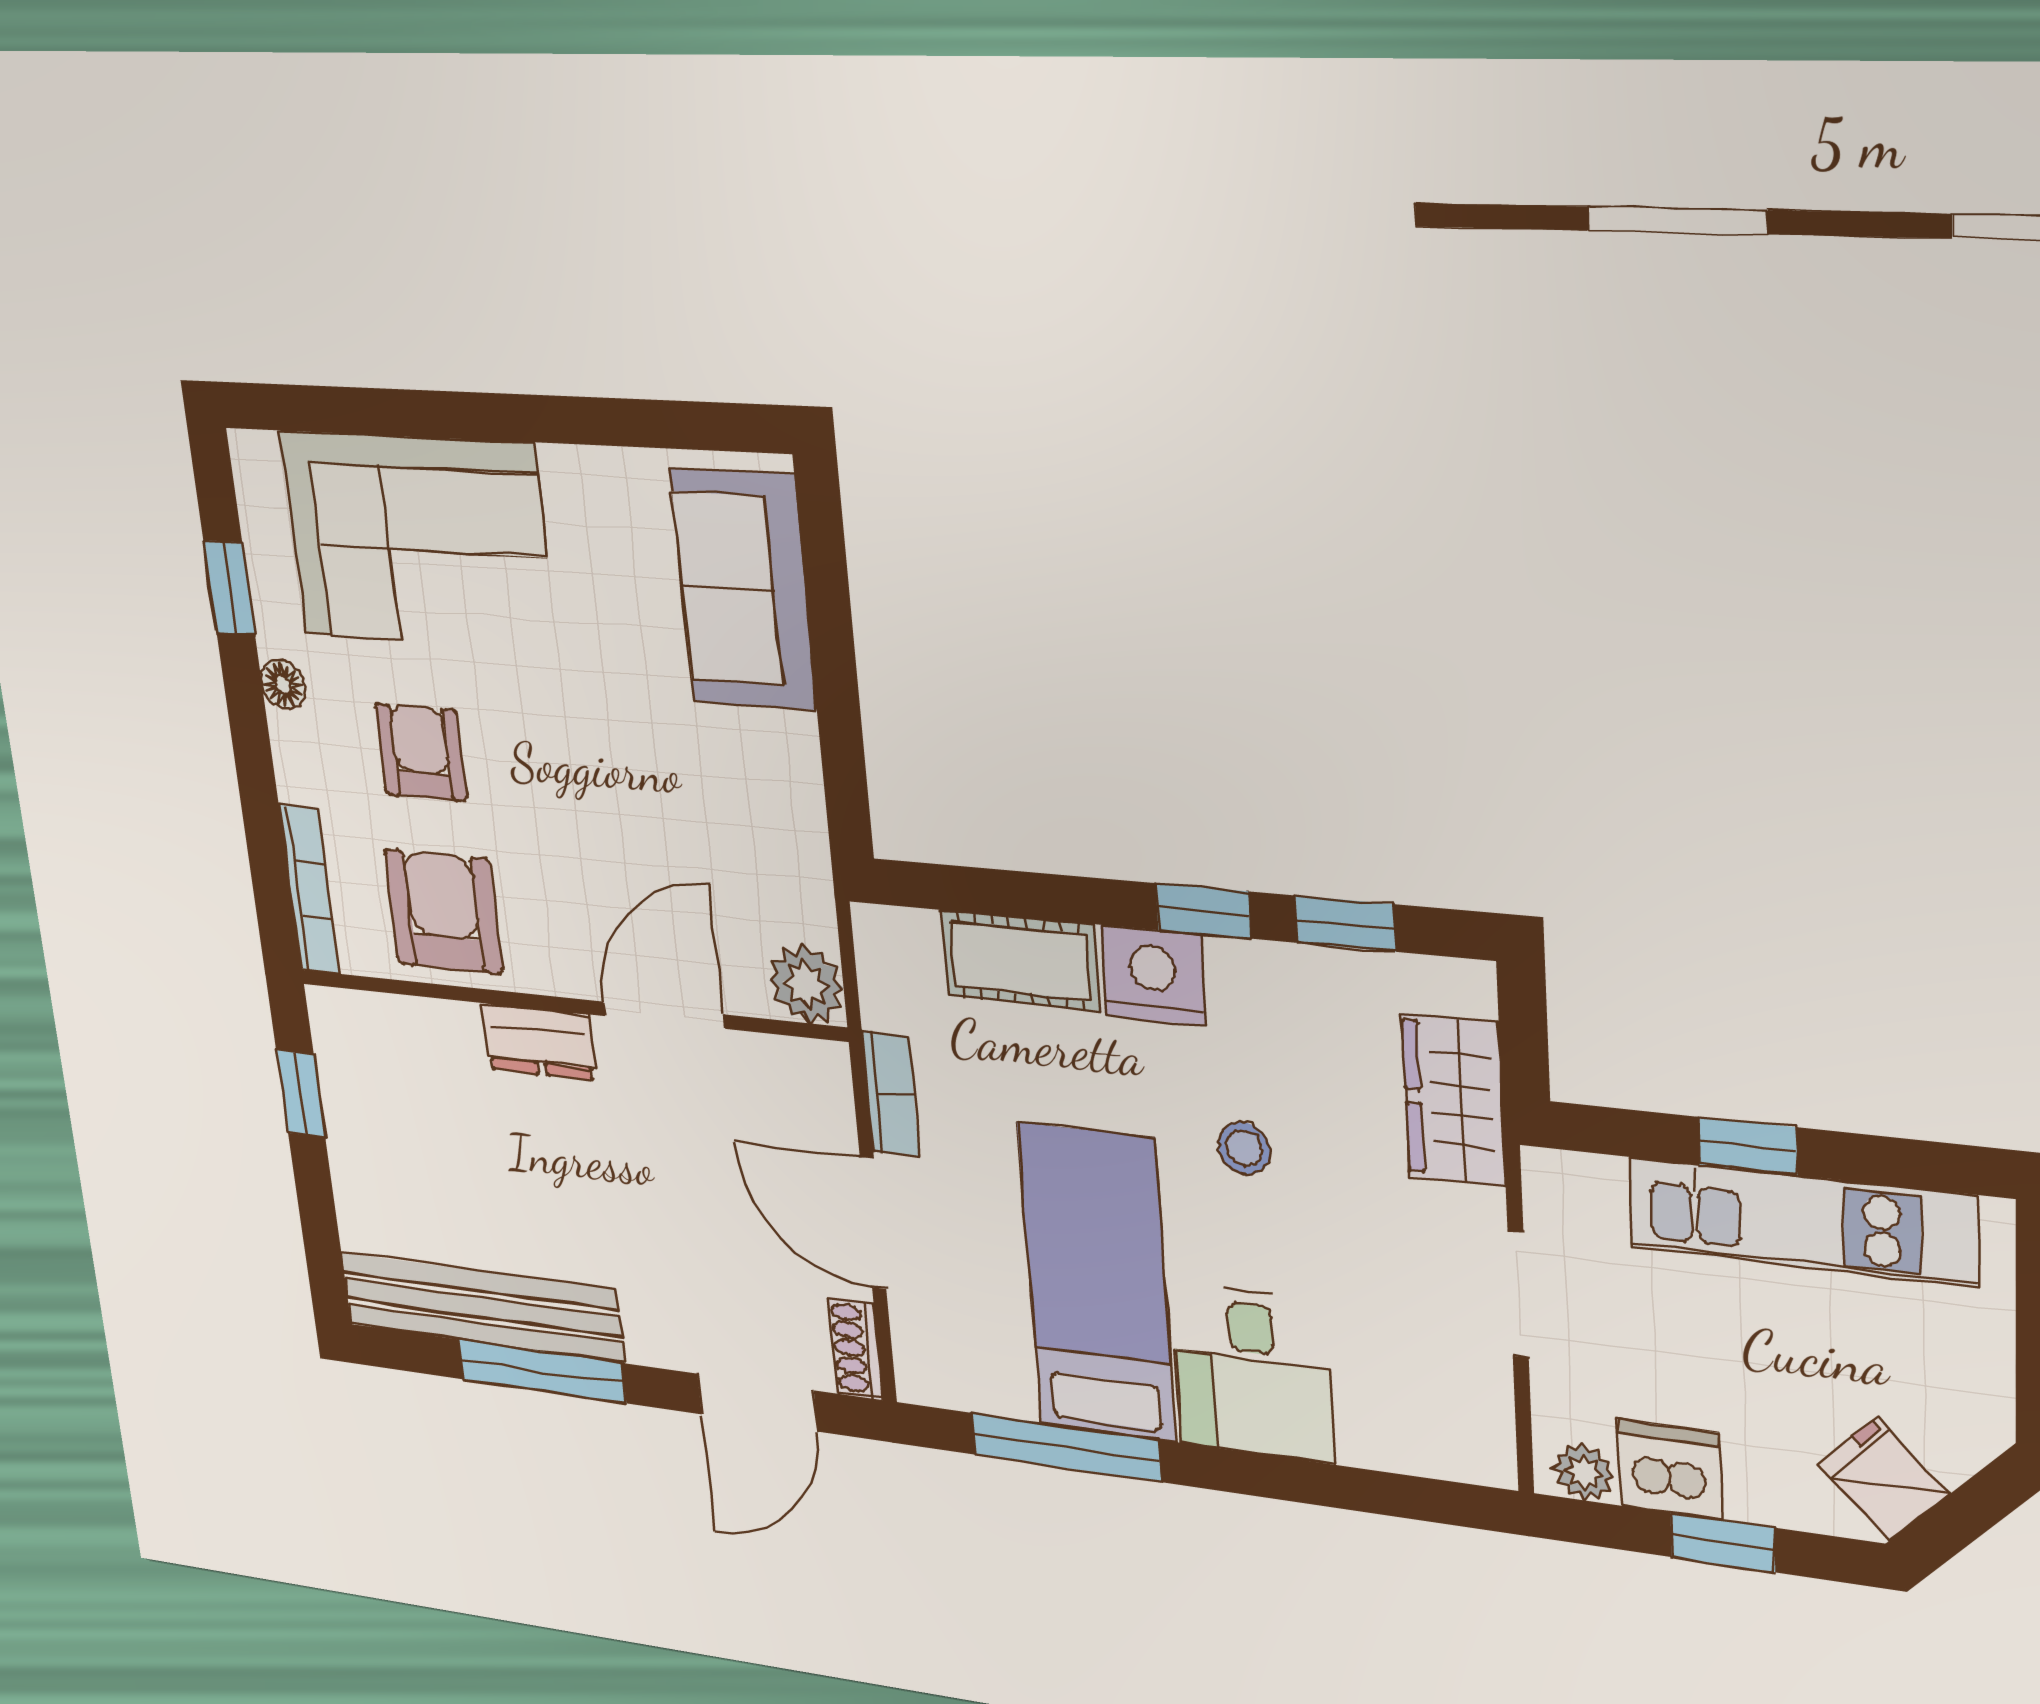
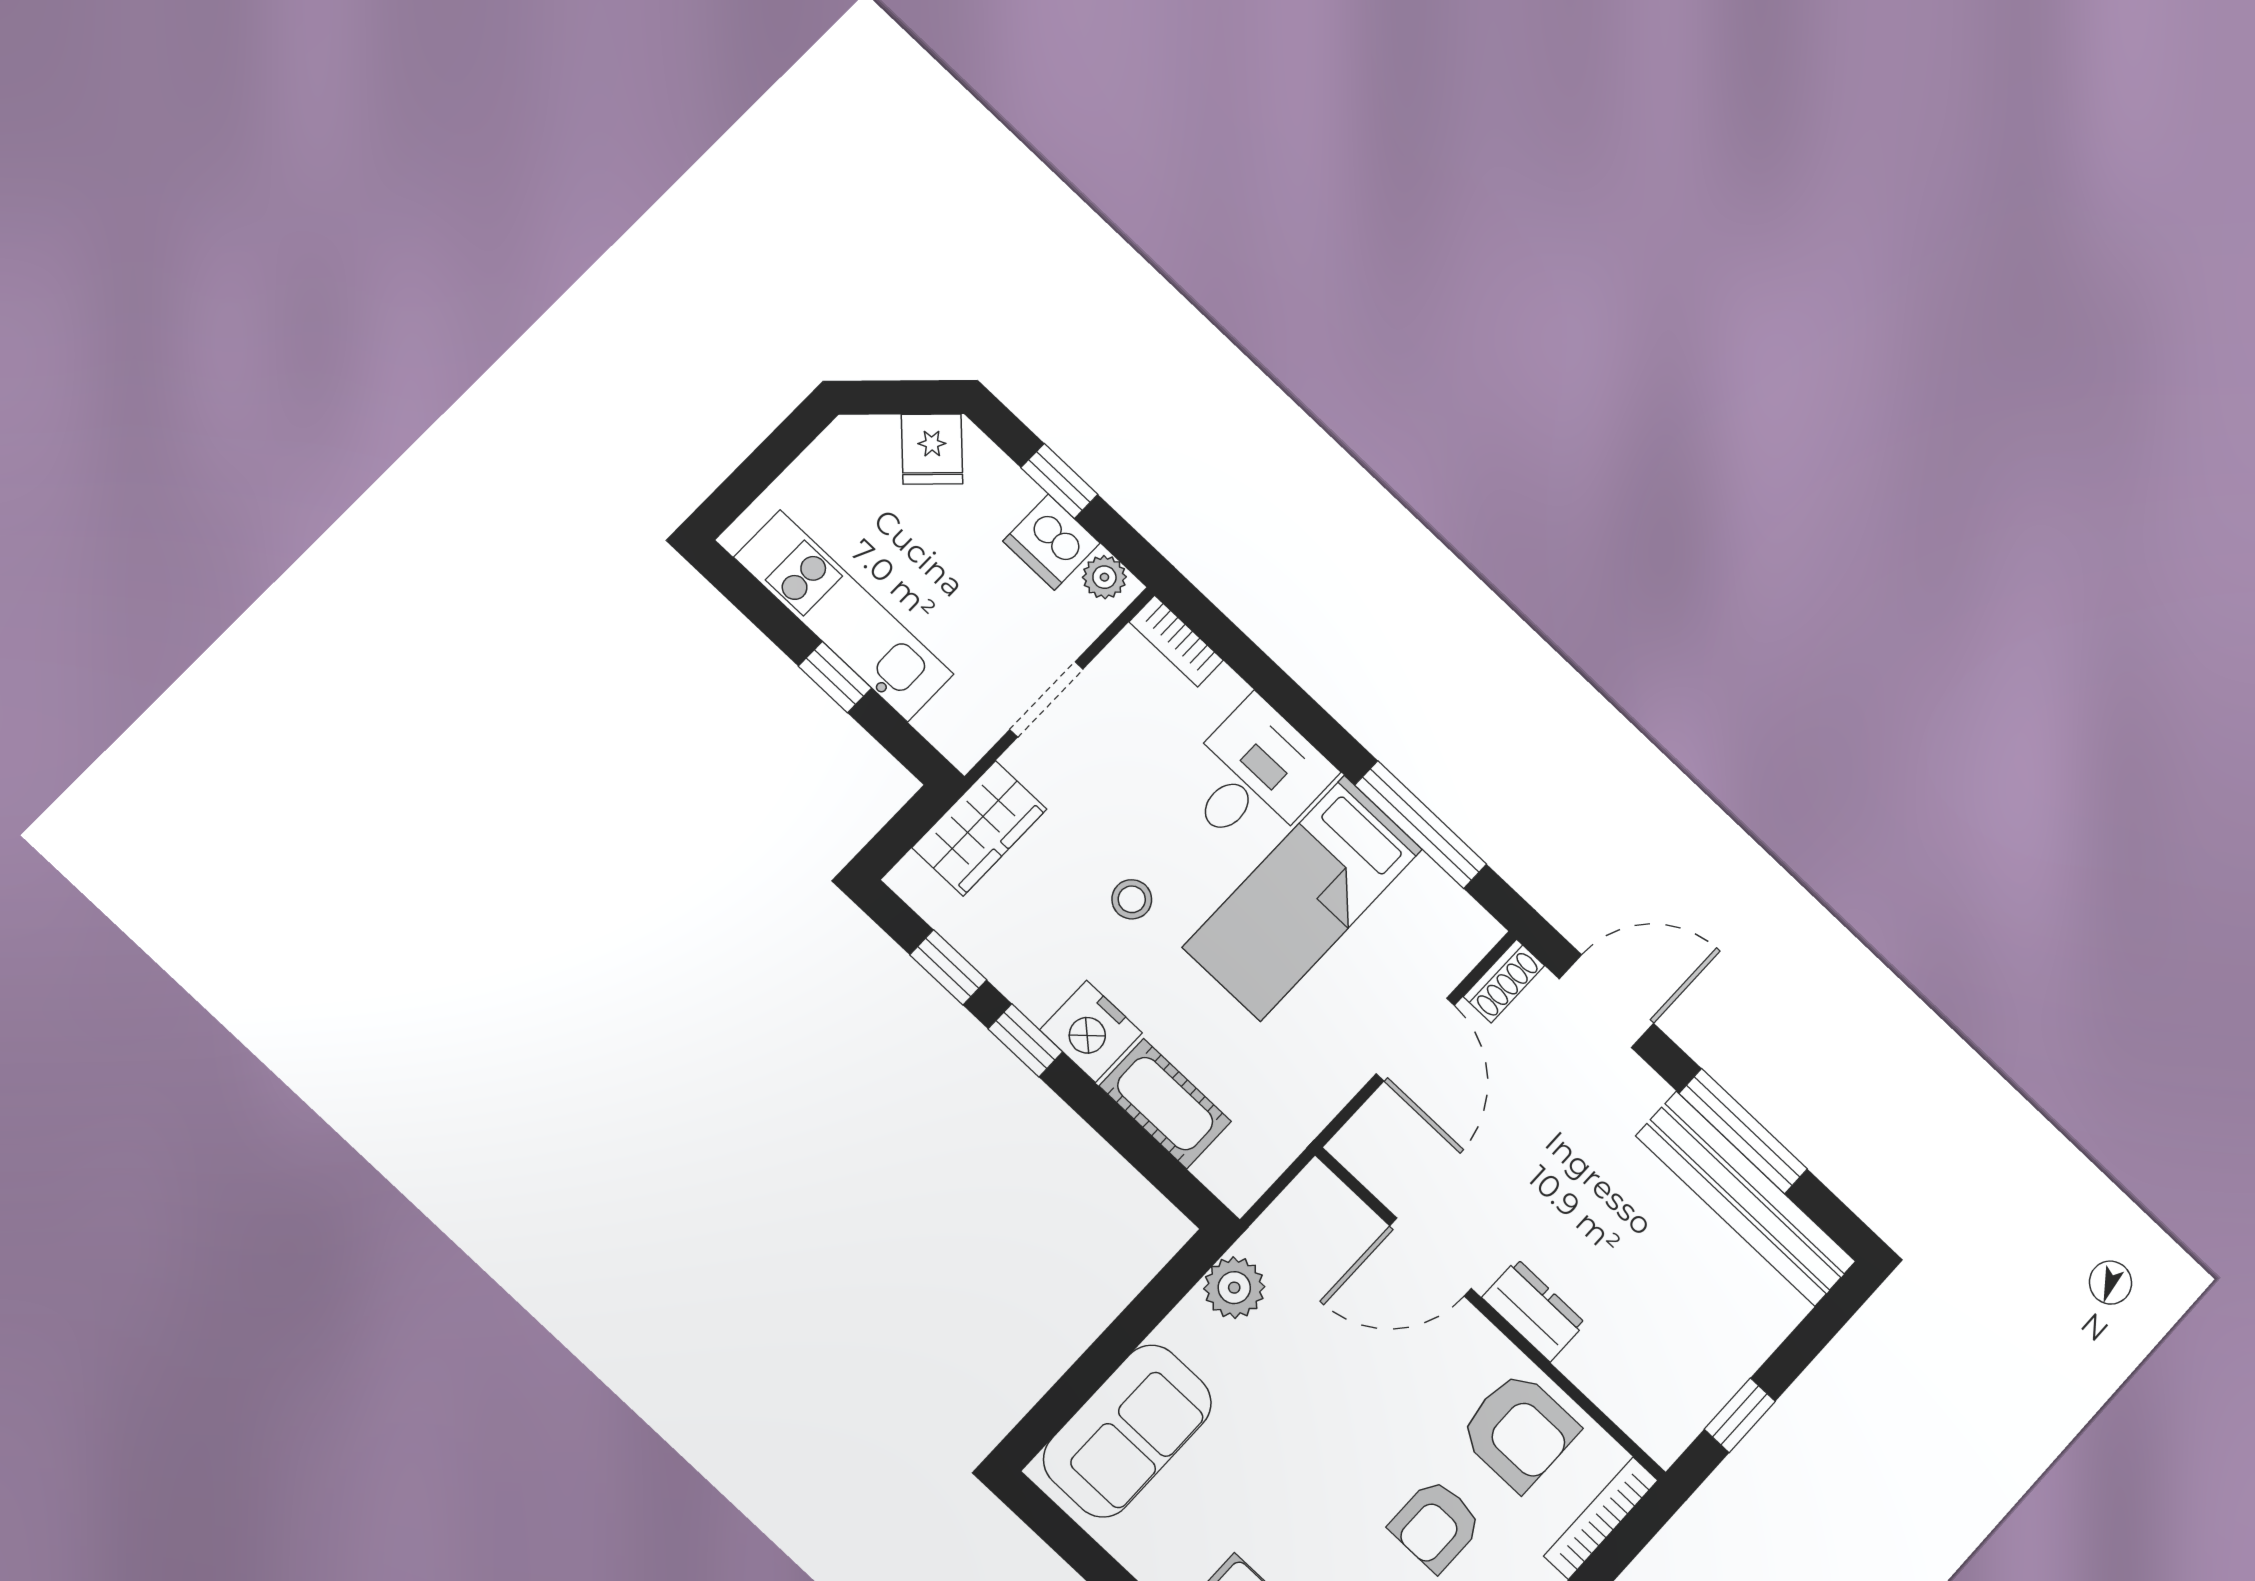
armchair: (444, 912) -> (1519, 1431), turned -90
plant: (806, 984) -> (1234, 1288), moved
bookcase: (891, 1094) -> (1176, 641), moved, turned -90

